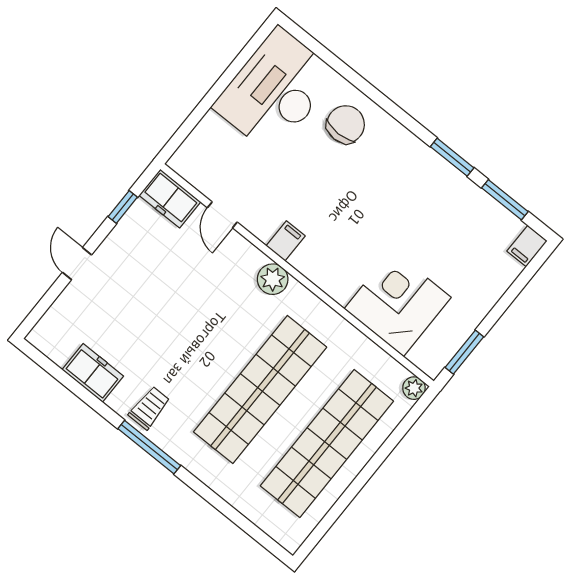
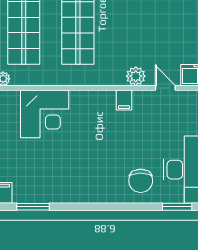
window: (452, 157) -> (177, 207), moved
plant: (273, 279) -> (136, 76), moved

